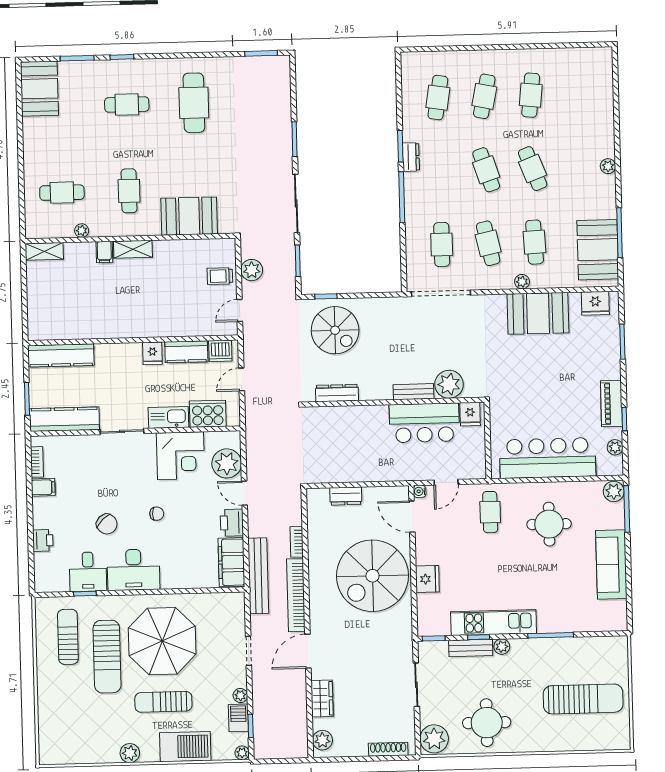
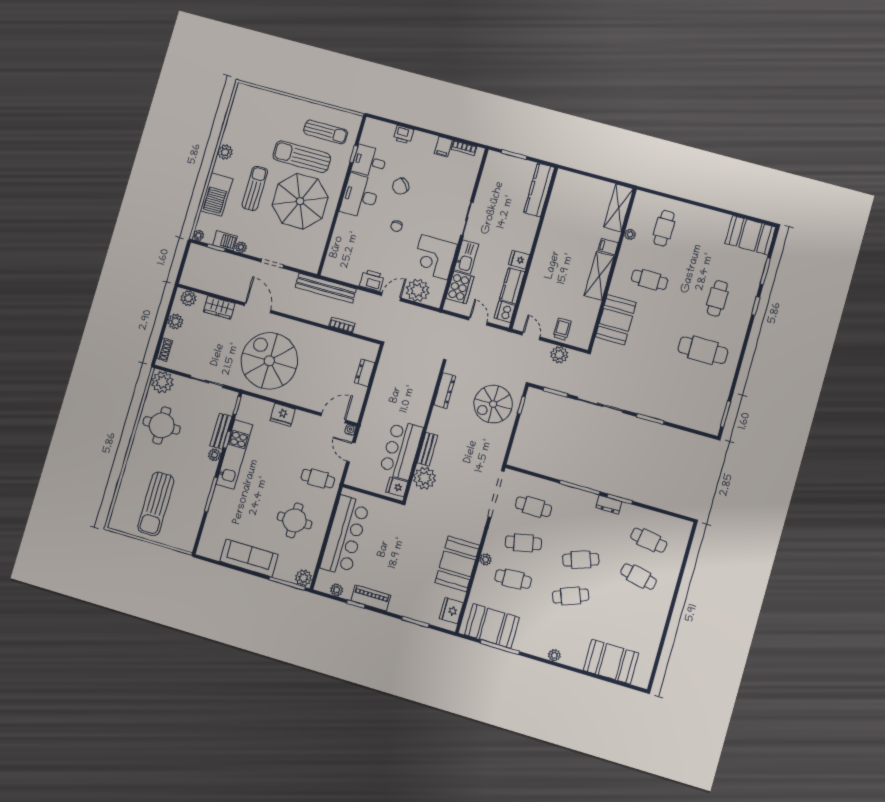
cafe table: (531, 95) -> (628, 613), removed
booth: (594, 98) -> (611, 662), added
shelving: (133, 249) -> (599, 276), width x1.50, depth x1.33
shelving: (44, 251) -> (619, 208), width x1.50, depth x1.33
kitchen counter: (64, 419) -> (490, 178), removed
filing cabinet: (231, 562) -> (342, 271), removed
spiral stairs: (372, 576) -> (269, 361), moved
bookcase: (296, 595) -> (302, 312), removed
plant: (356, 747) -> (175, 321), added
shoe rack: (388, 749) -> (165, 350), width x0.70

